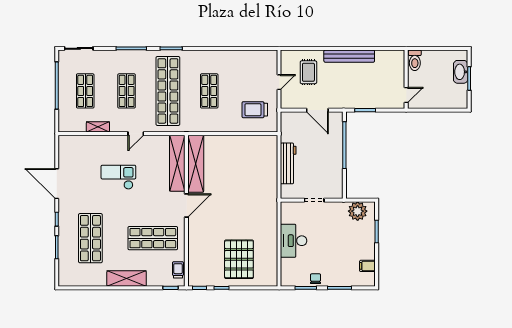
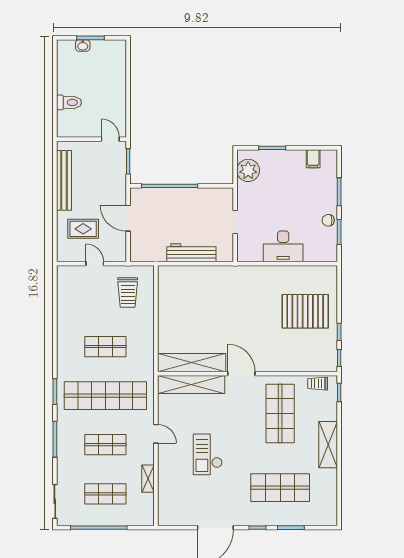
washbasin: (461, 72) -> (83, 45), width x0.52, depth x0.69
wall: (406, 79) -> (91, 139), moved
door: (406, 95) -> (110, 139), moved
door: (317, 110) -> (128, 218), swing flipped

